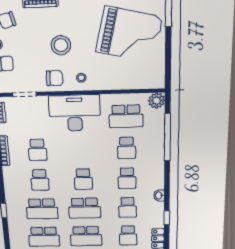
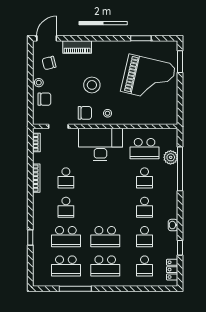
plant: (157, 101) -> (171, 157), moved
school desk: (83, 179) -> (105, 207), removed

